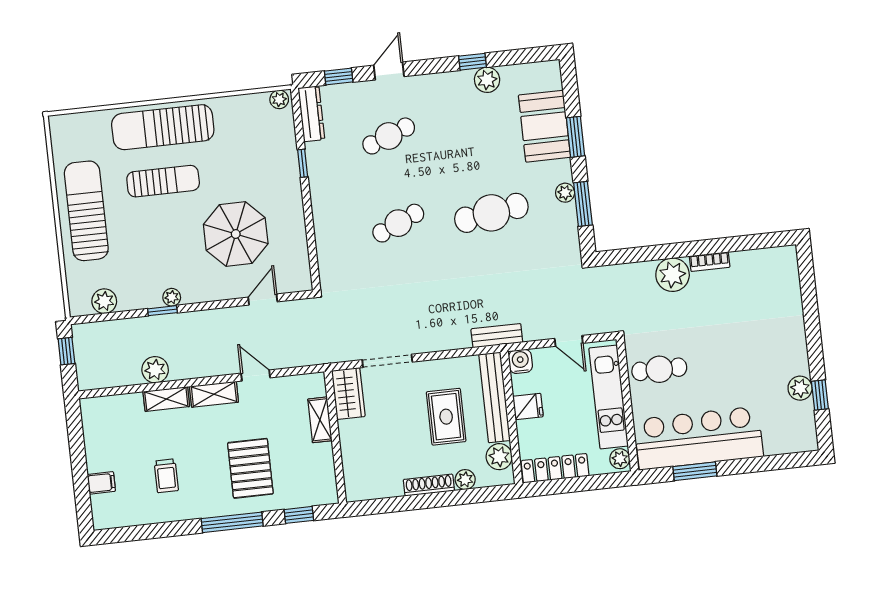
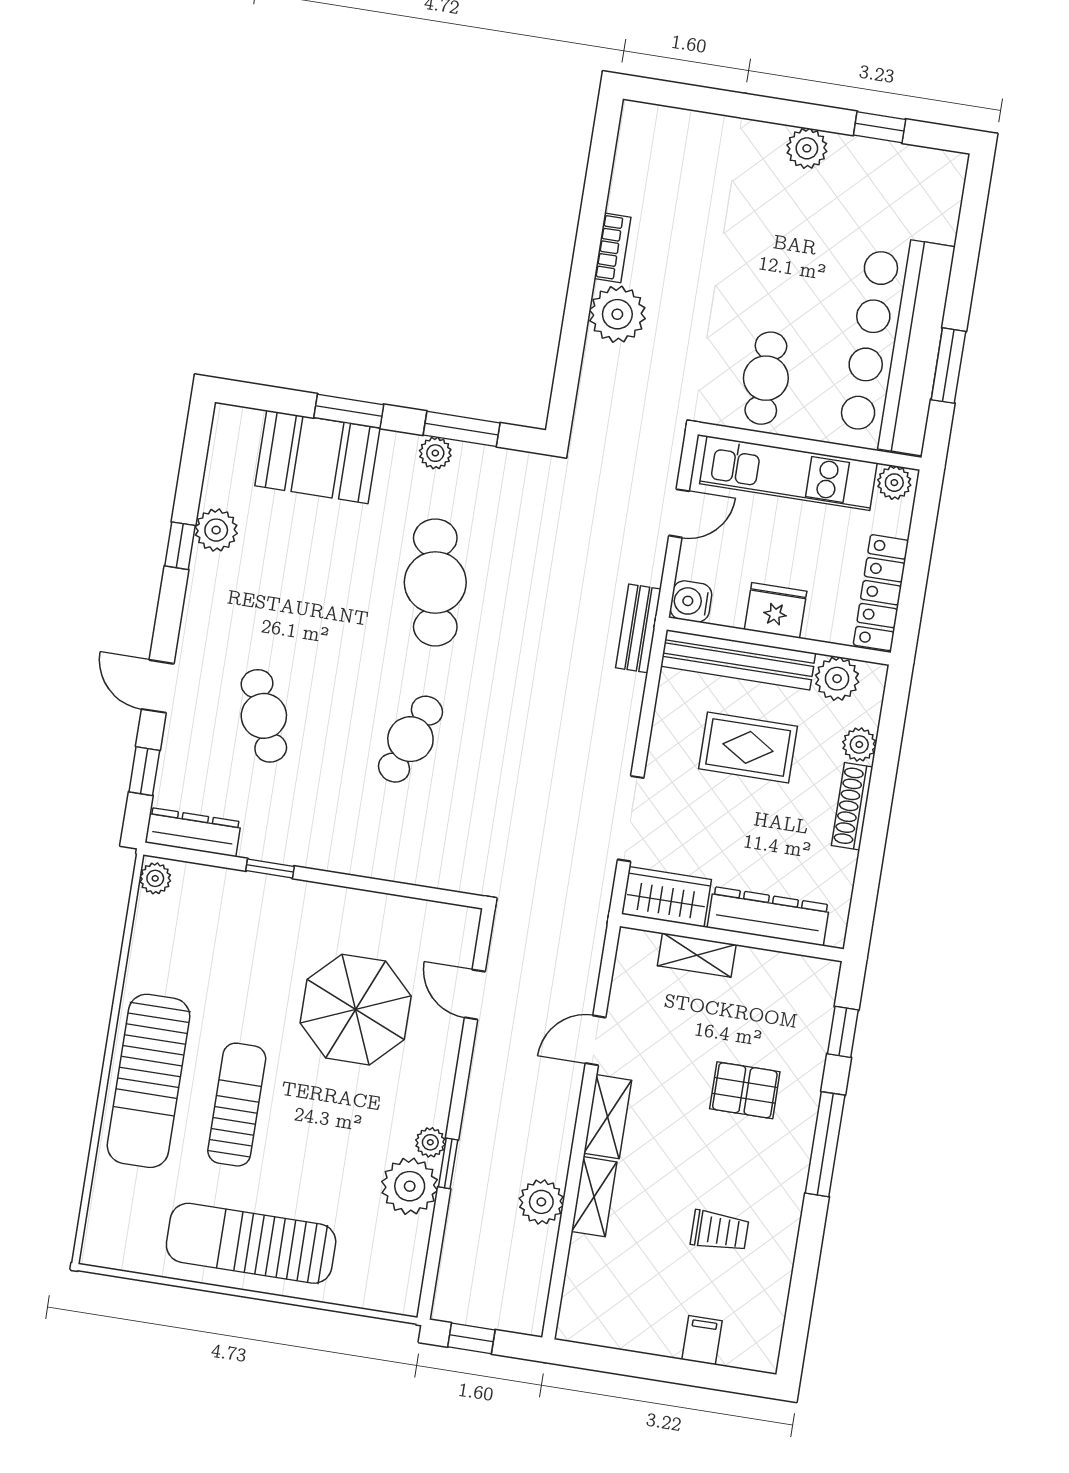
cafe table: (398, 223) -> (410, 739), turned 45
plant: (104, 301) -> (410, 1186), moved, width x1.36, depth x1.36
plant: (800, 388) -> (807, 148), moved
fridge: (528, 406) -> (776, 610), width x1.38
dresser: (353, 455) -> (768, 916), added
pallet: (250, 468) -> (745, 1090), width x0.67, depth x0.71

